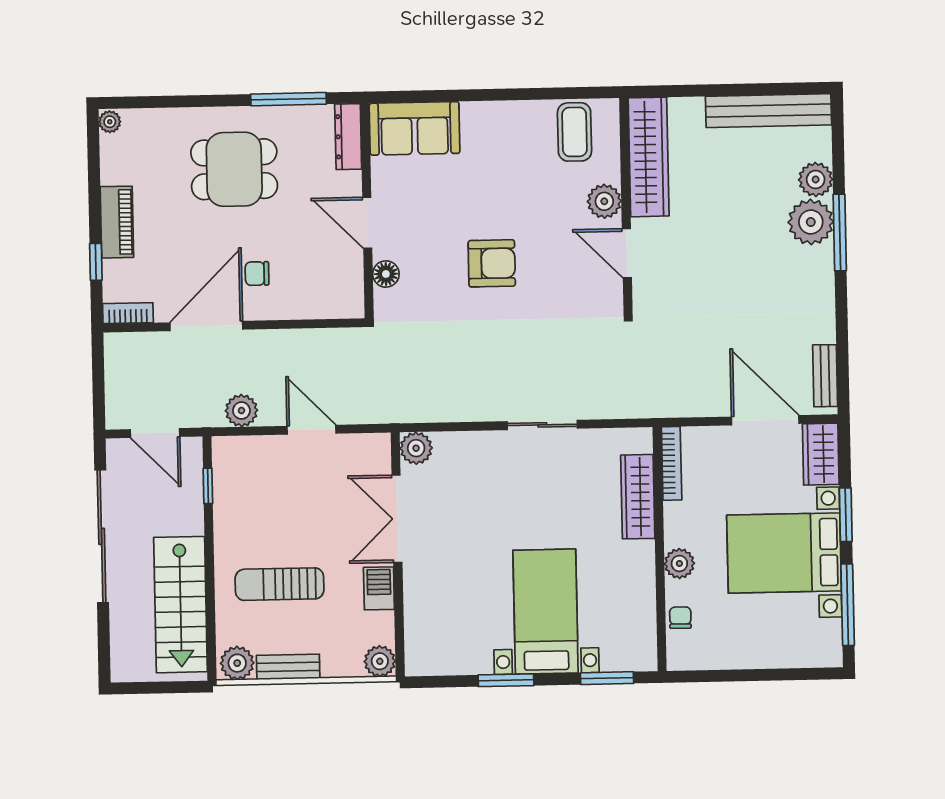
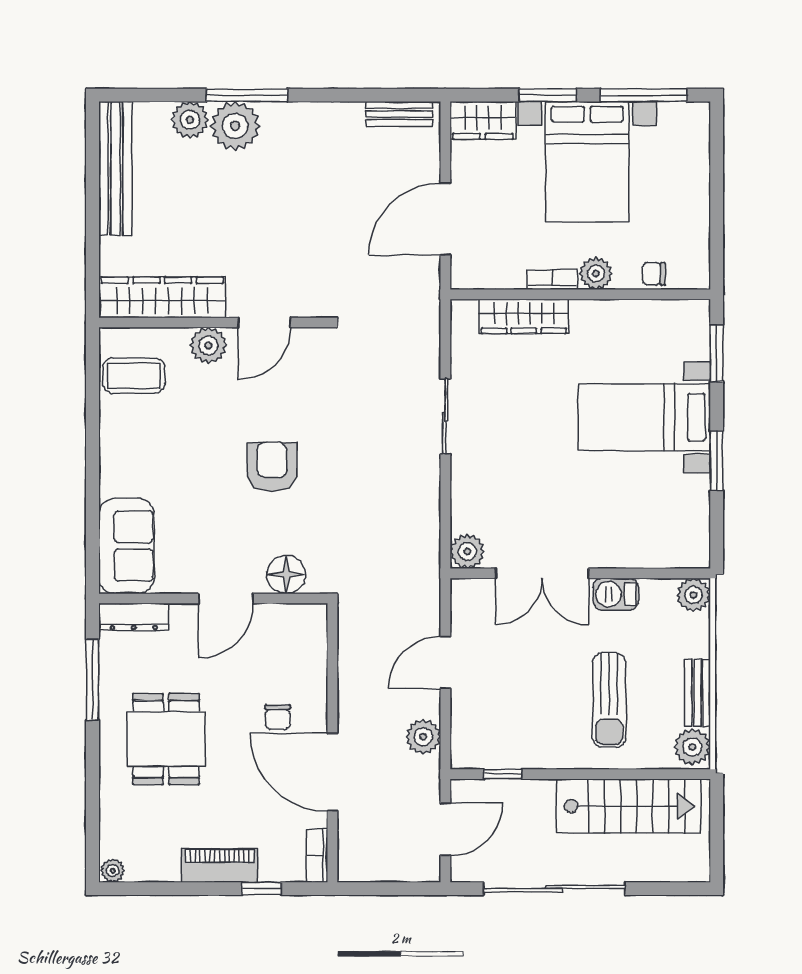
floor lamp: (386, 274) -> (286, 574), width x1.38, depth x1.38
door: (765, 420) -> (445, 219), moved
bookcase: (672, 463) -> (552, 280), moved, width x0.64

